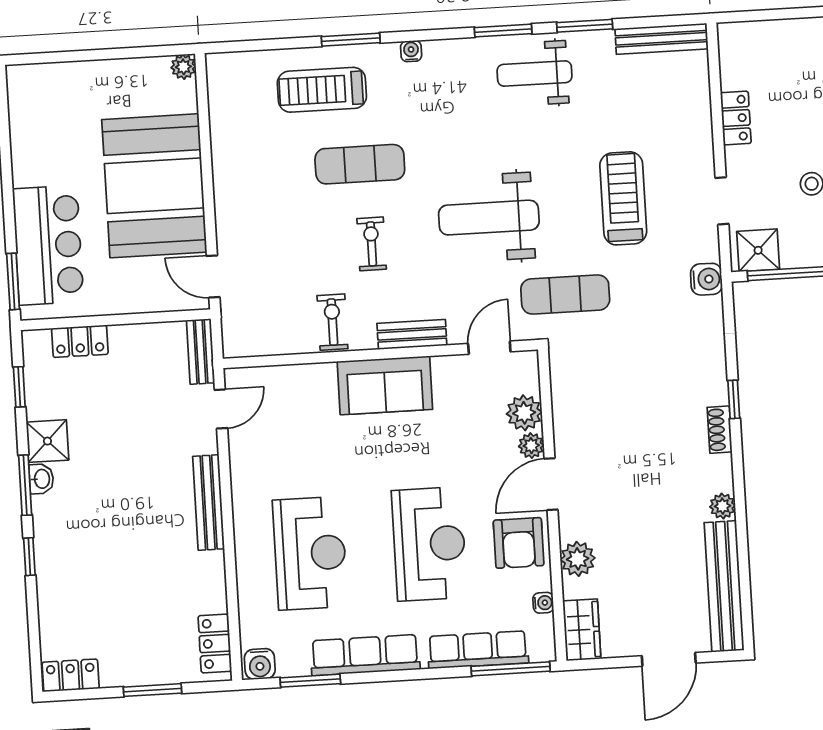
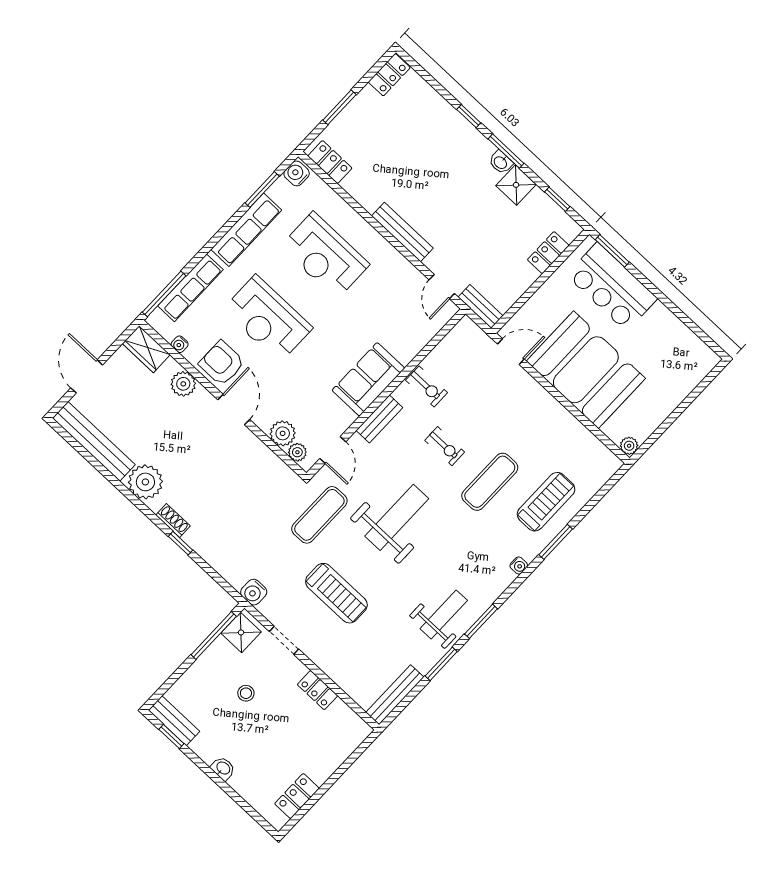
plant: (531, 446) -> (297, 452), moved
plant: (723, 506) -> (145, 482), width x1.88, depth x1.88

